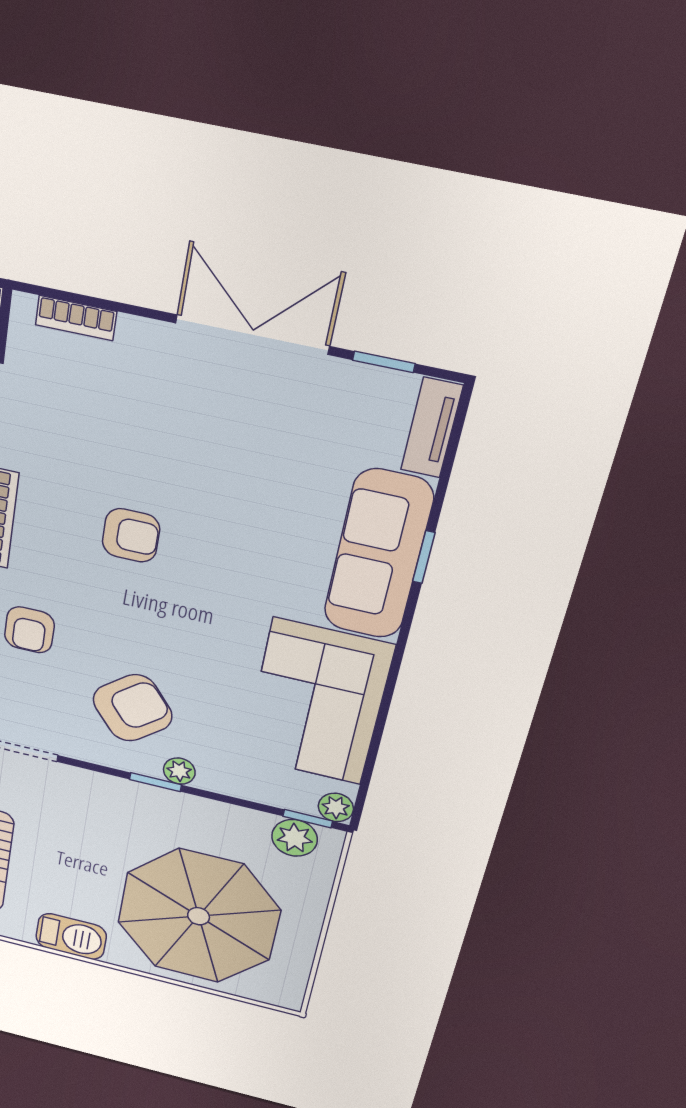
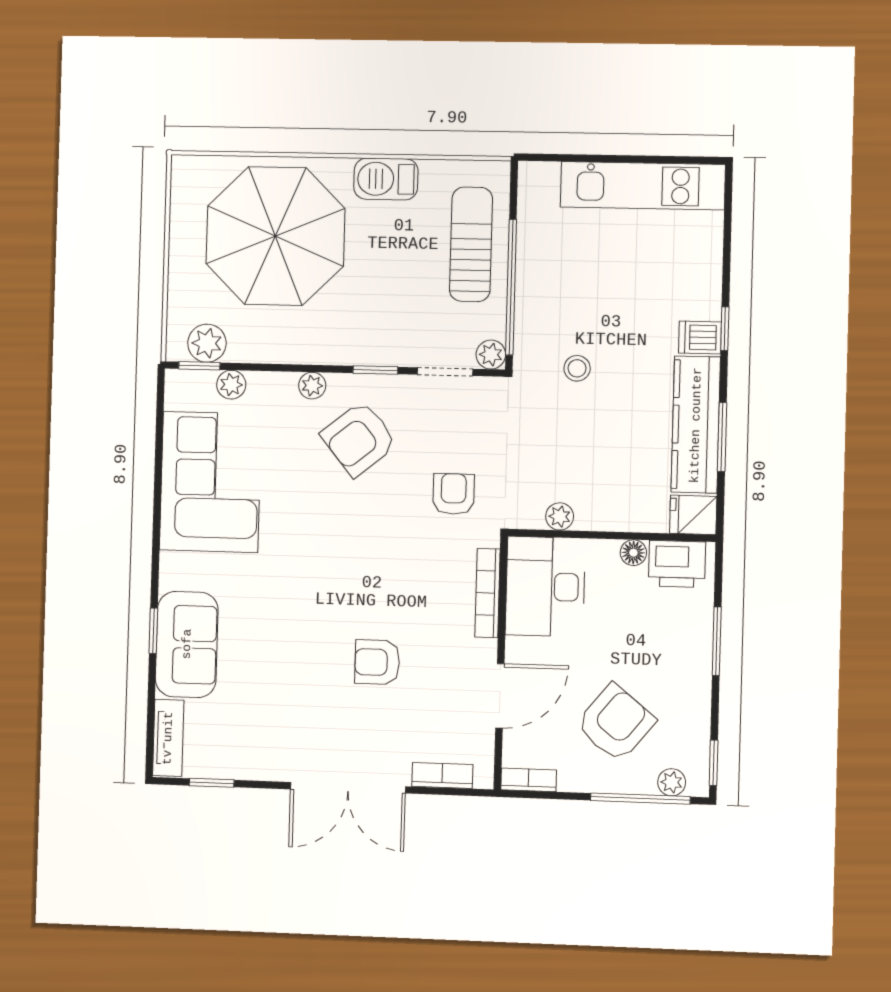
double door: (252, 335) -> (348, 788), moved
armchair: (131, 535) -> (377, 662), moved
sofa: (378, 555) -> (187, 644), width x0.73
window: (155, 782) -> (375, 370), moved
plant: (336, 807) -> (231, 385), moved

